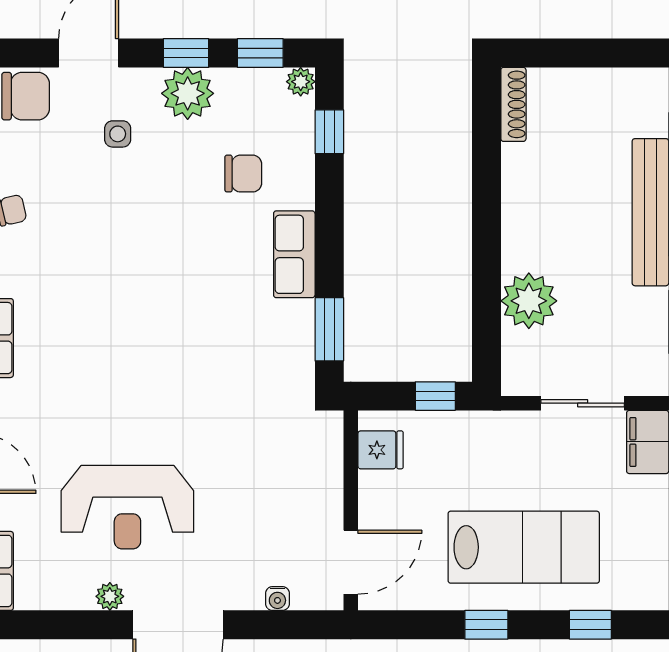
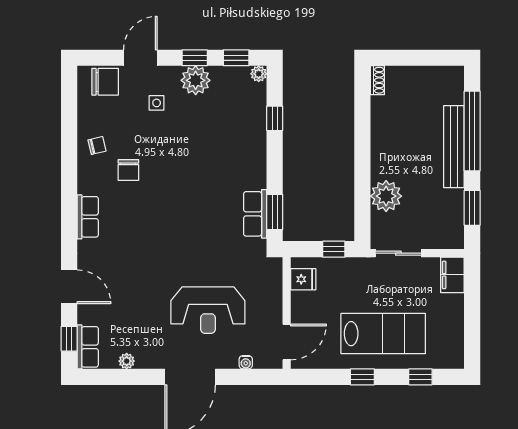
shoe rack: (513, 104) -> (377, 80), width x0.70
window: (329, 132) -> (275, 118), moved
chair: (243, 174) -> (128, 170), moved, turned 90
row of seats: (294, 254) -> (255, 214), moved
sliding door: (583, 403) -> (398, 253), moved
reception desk: (127, 507) -> (208, 310), moved
plant: (110, 596) -> (127, 361), moved

